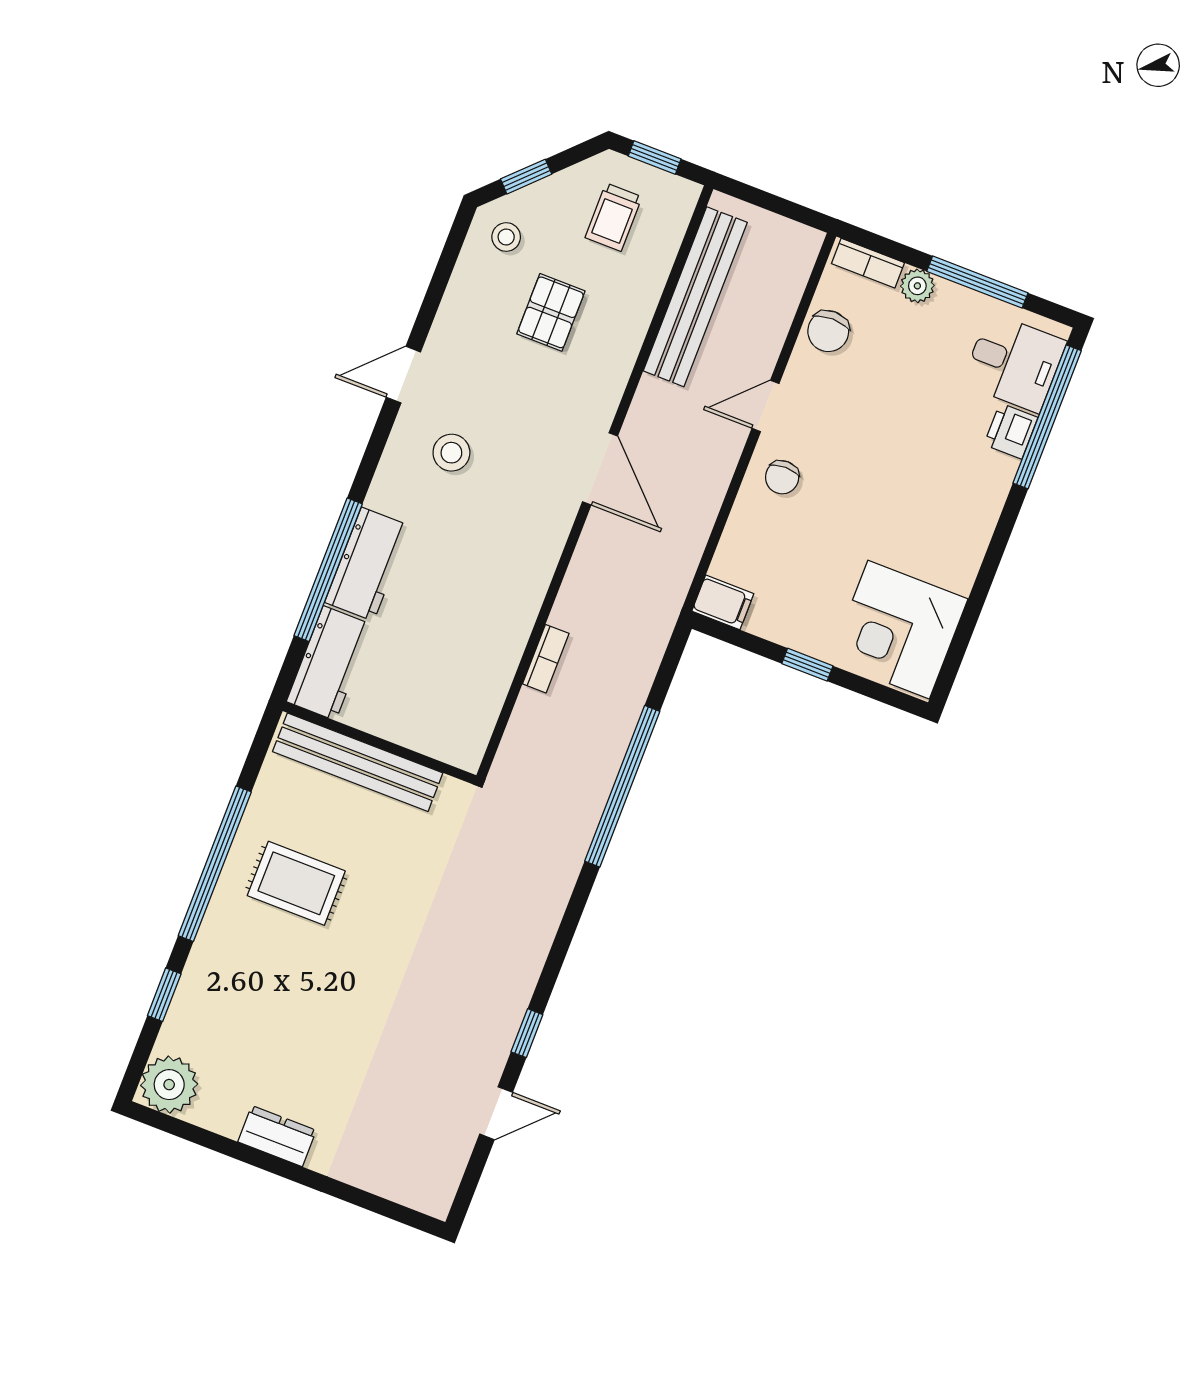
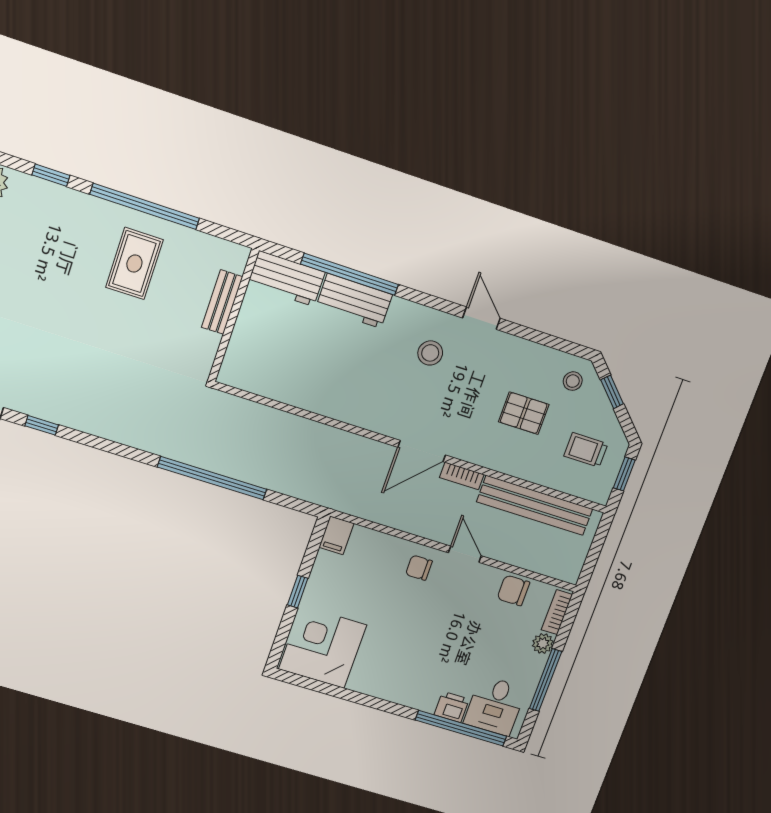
bookcase: (546, 659) -> (462, 476), moved
bench: (358, 762) -> (222, 302), width x0.54, depth x0.82

